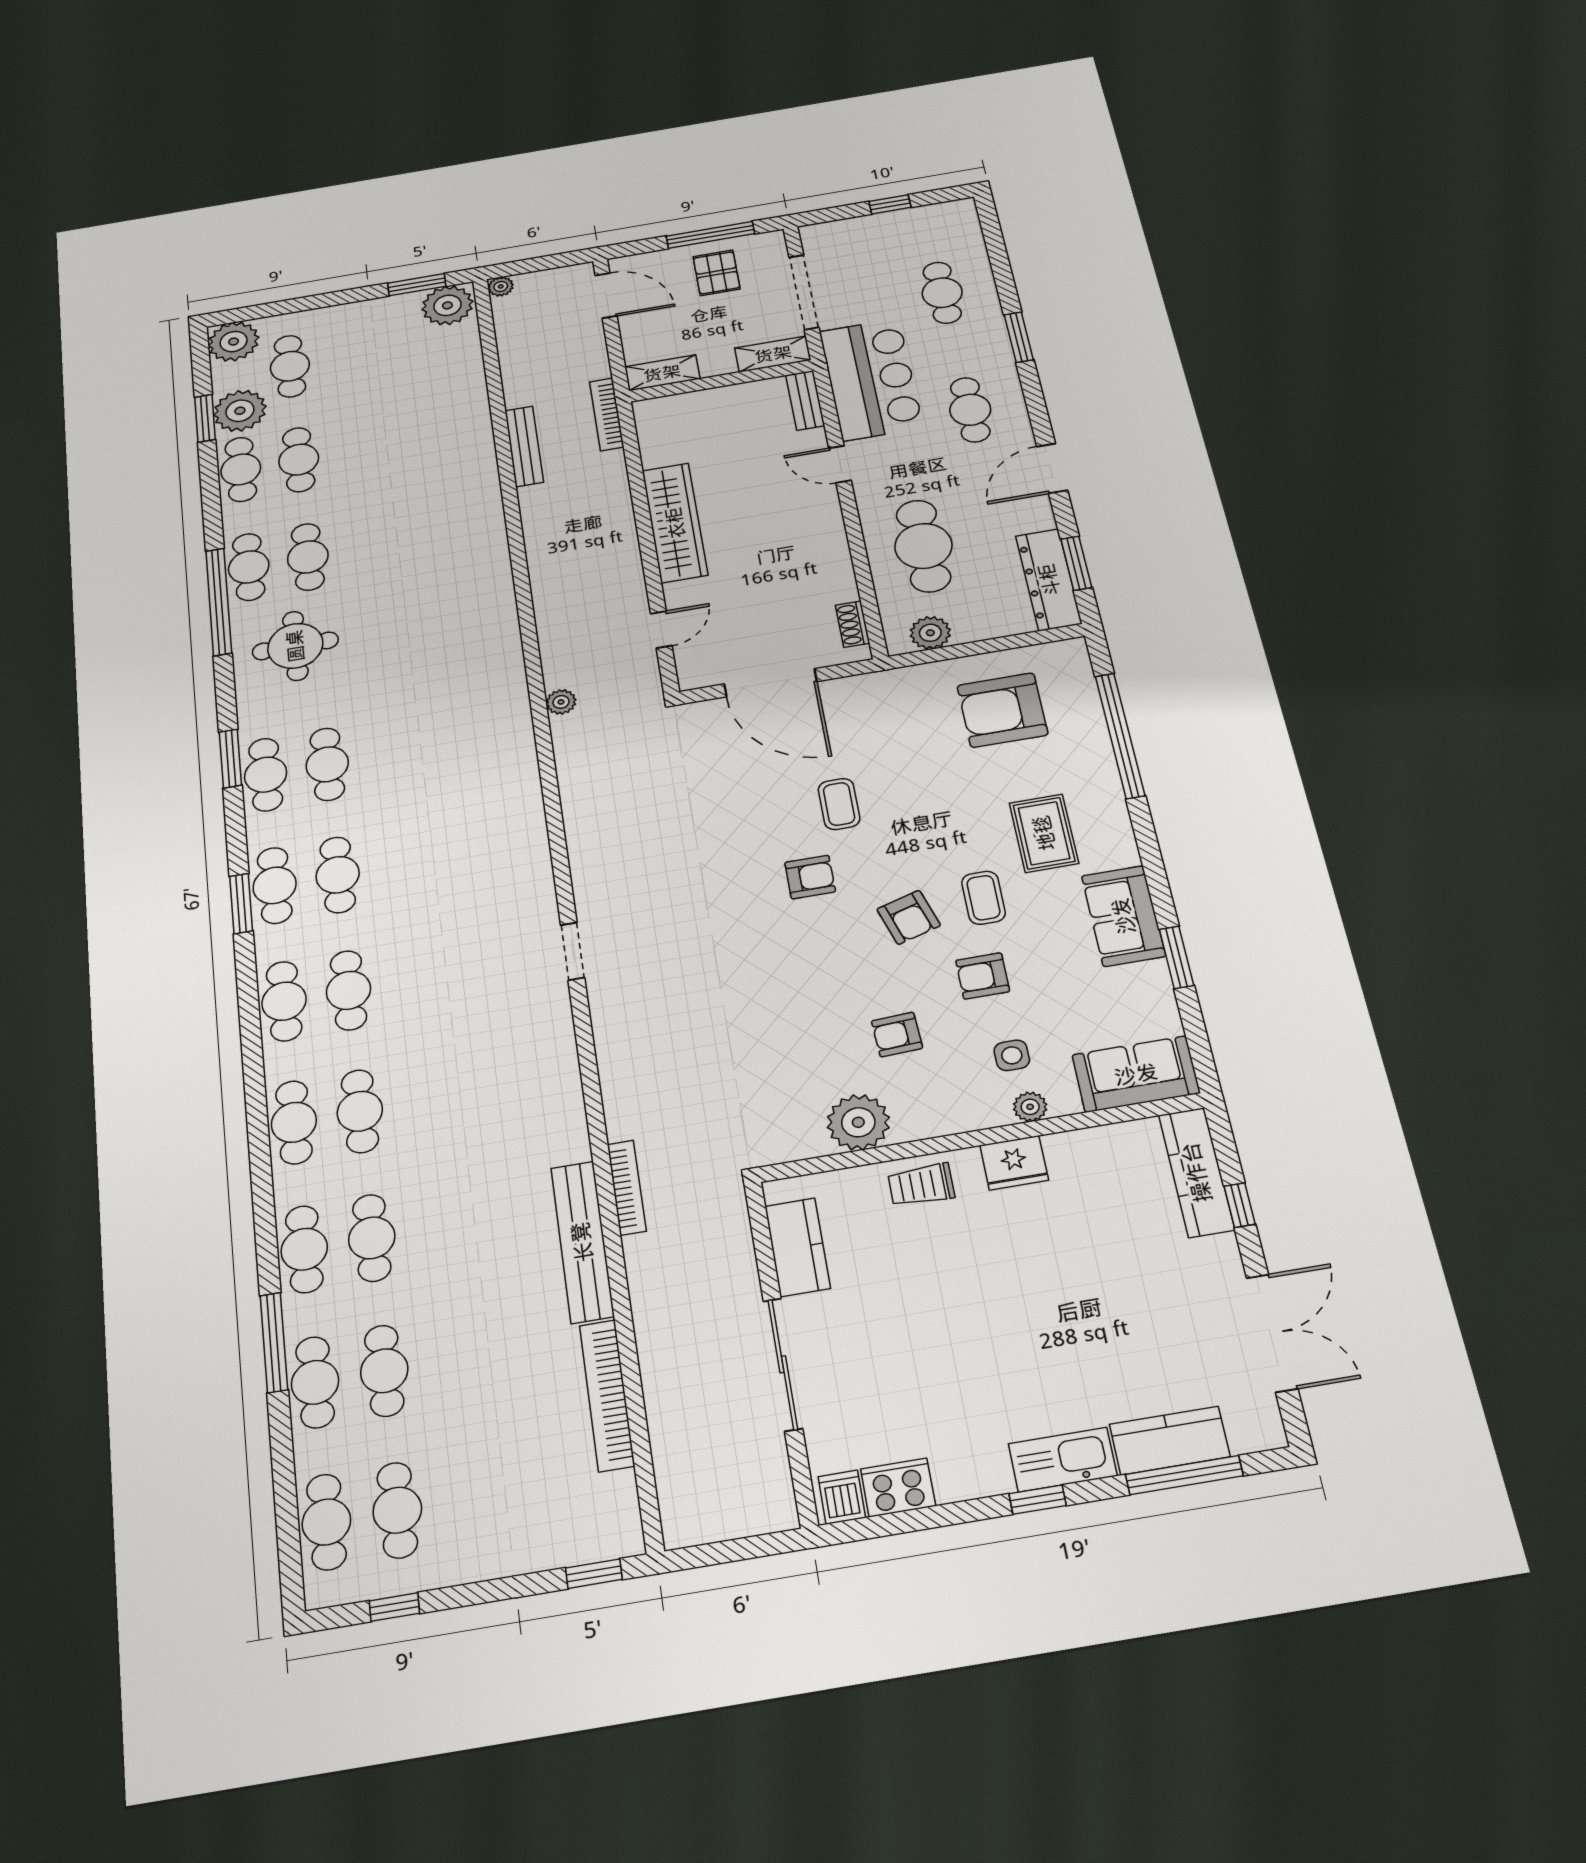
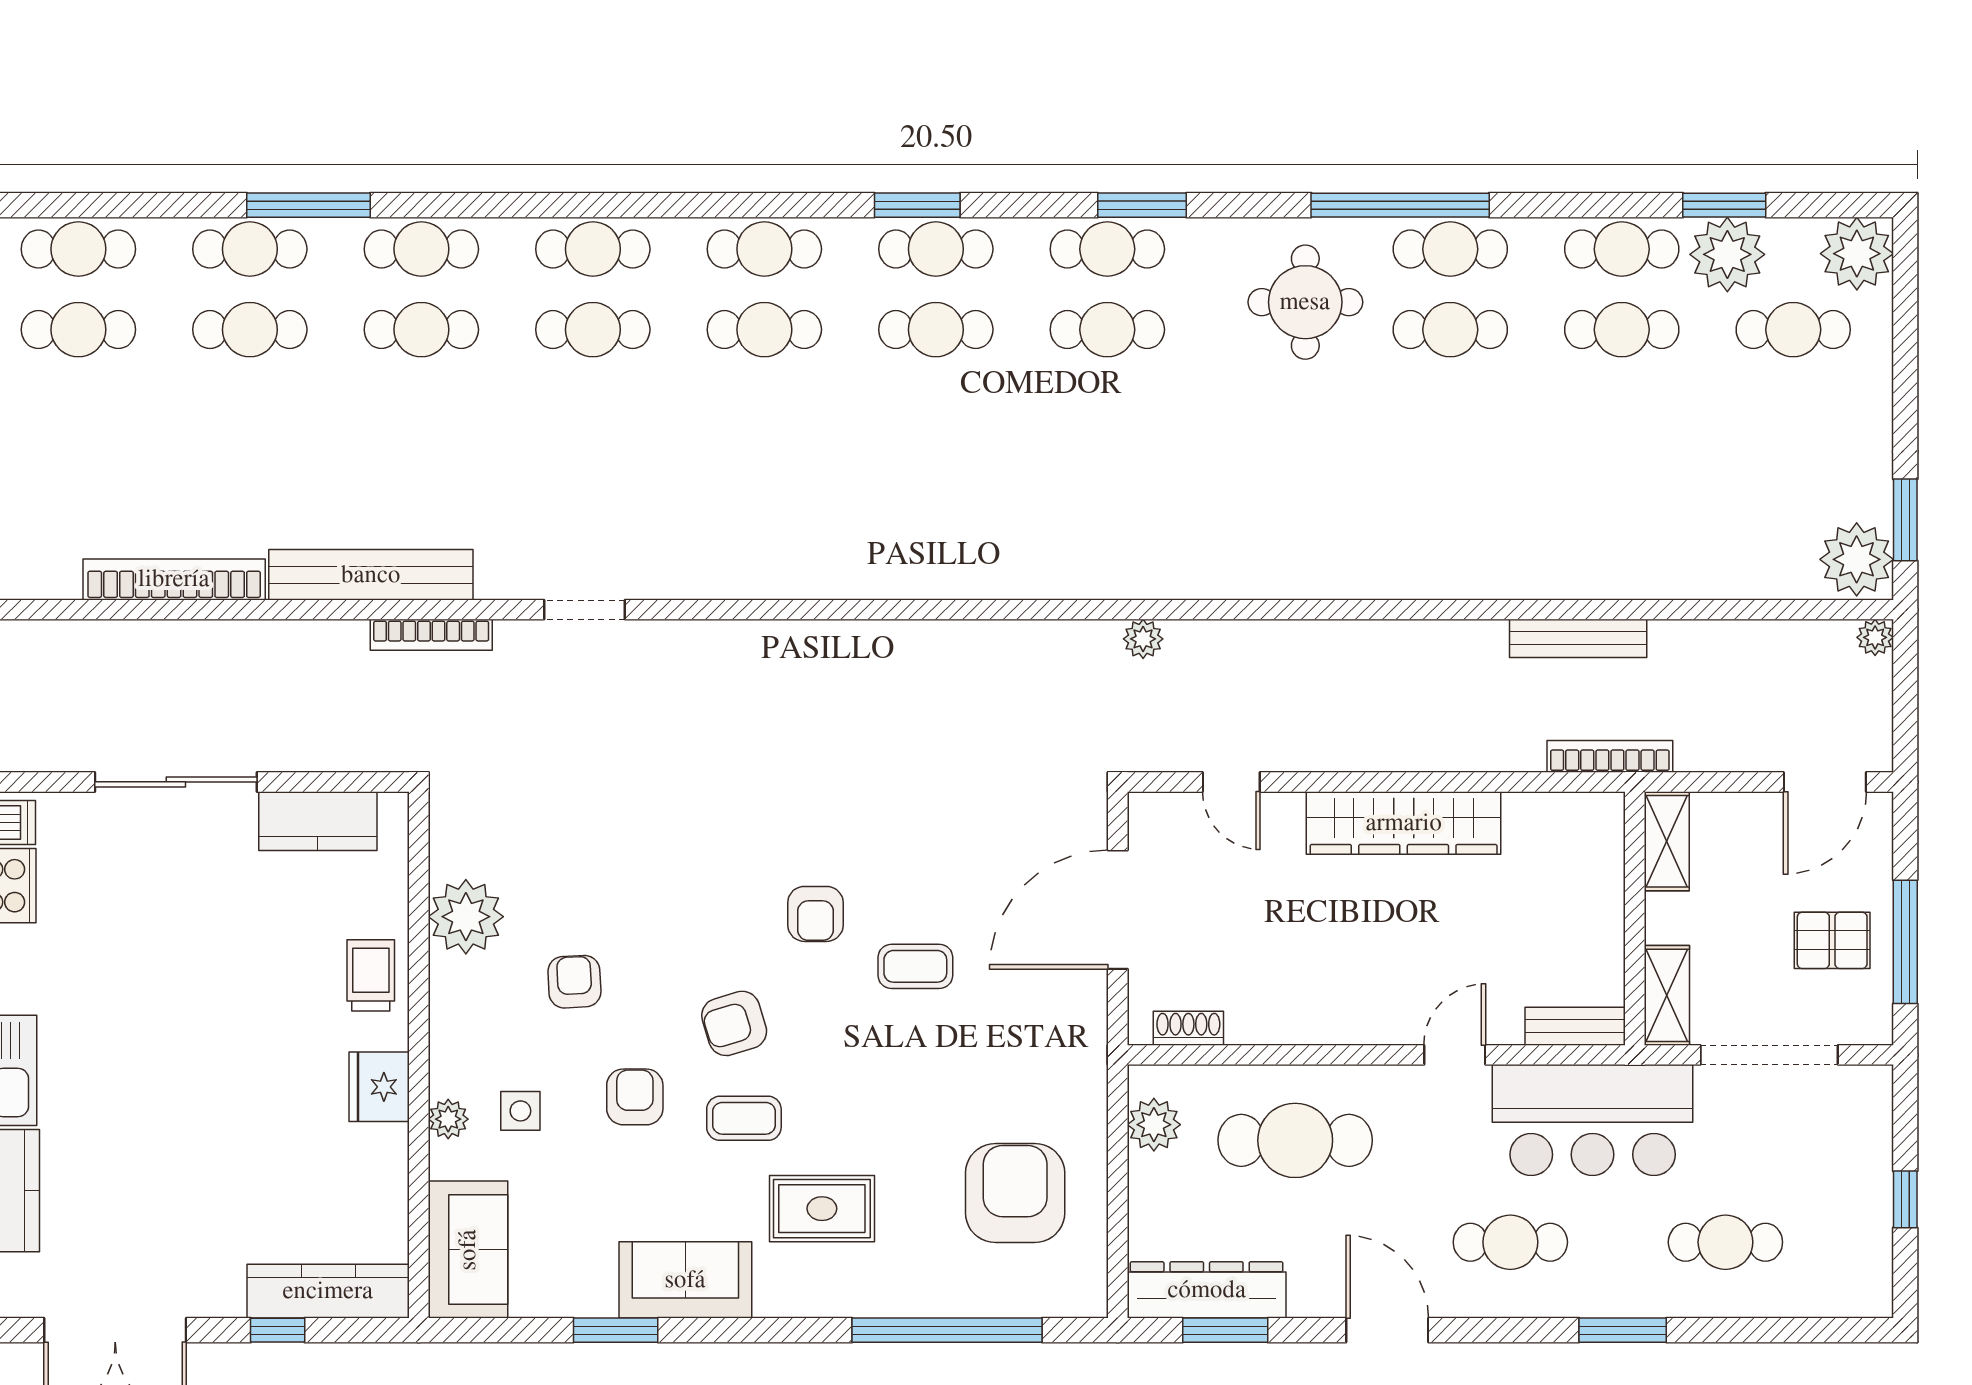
doorway: (573, 951) -> (584, 610), moved

